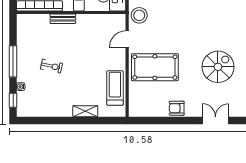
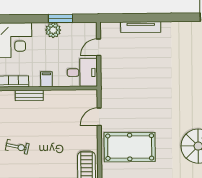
stool: (139, 15) -> (112, 91), removed

